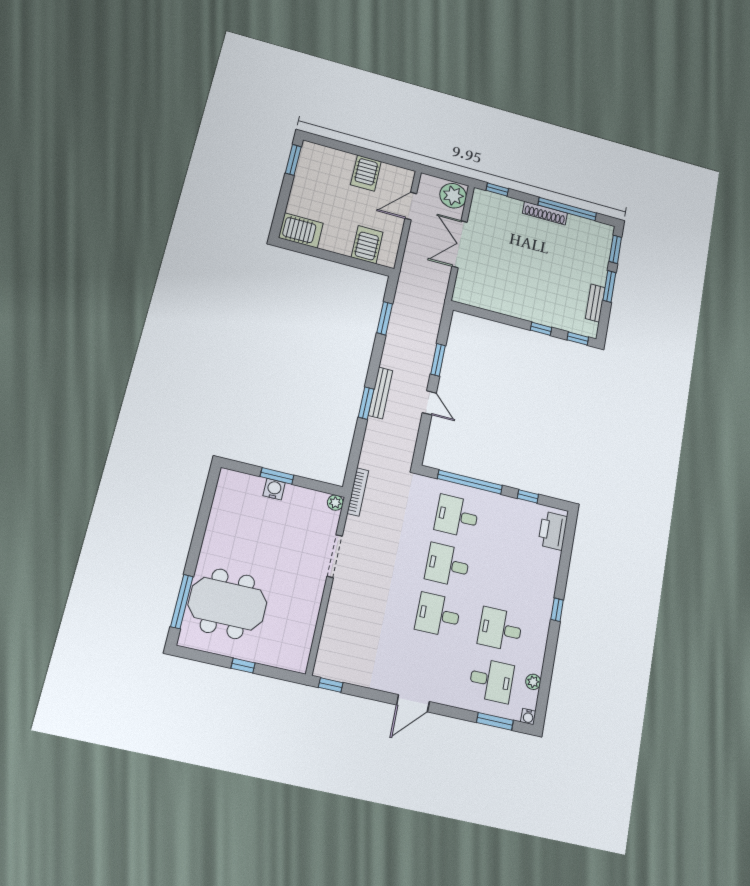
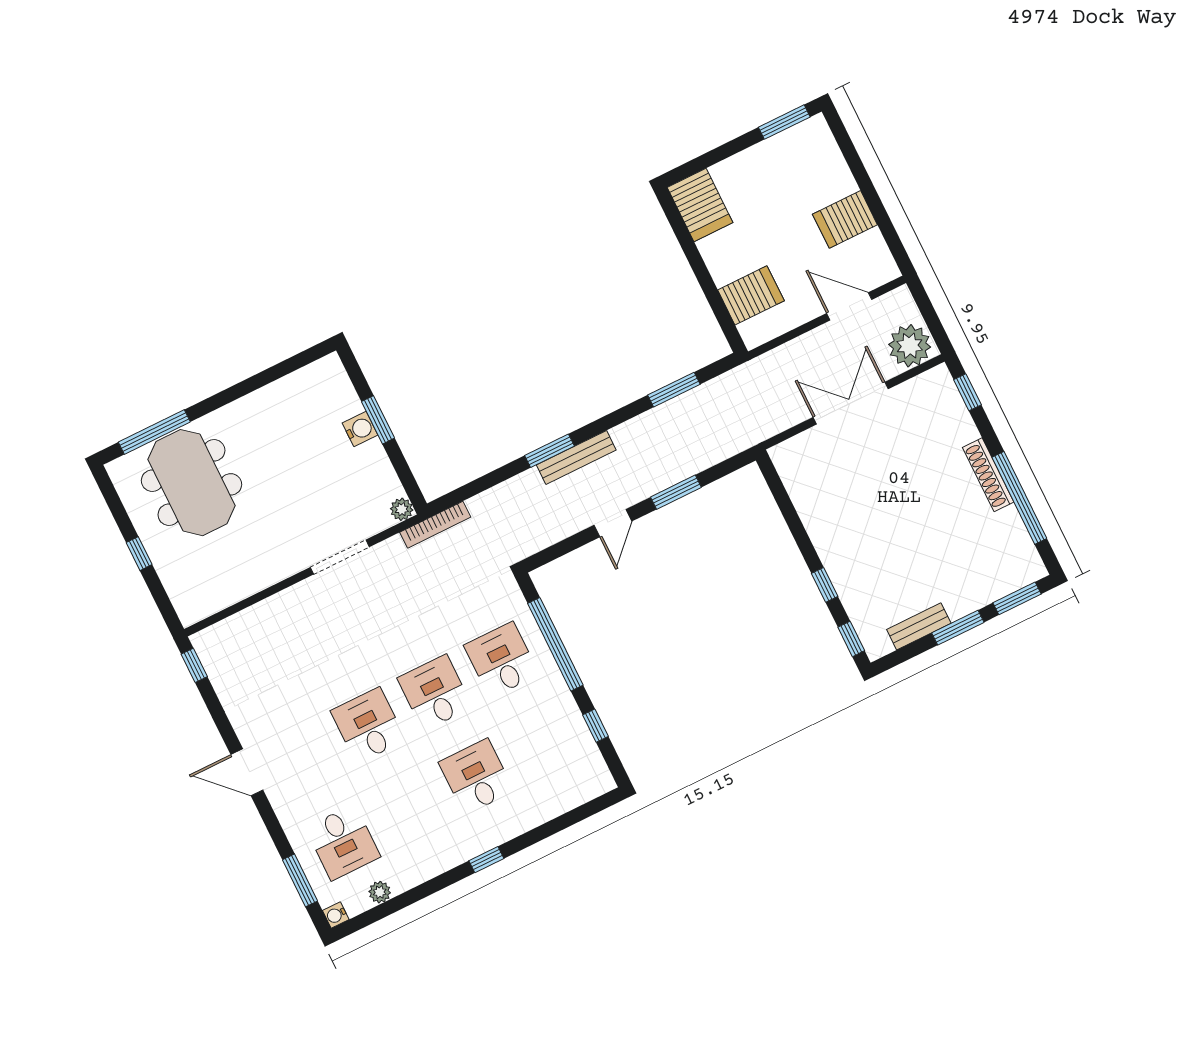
printer: (553, 531) -> (578, 786), removed
desk: (500, 629) -> (476, 777), moved

